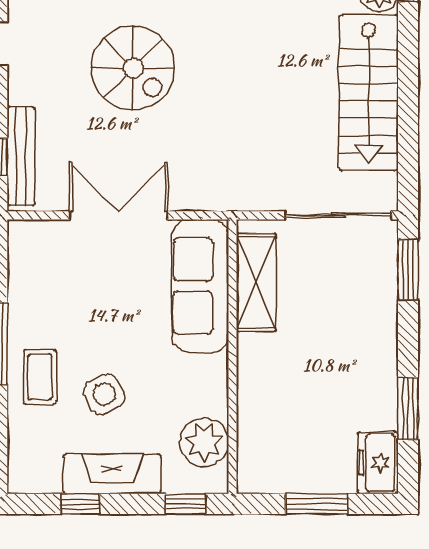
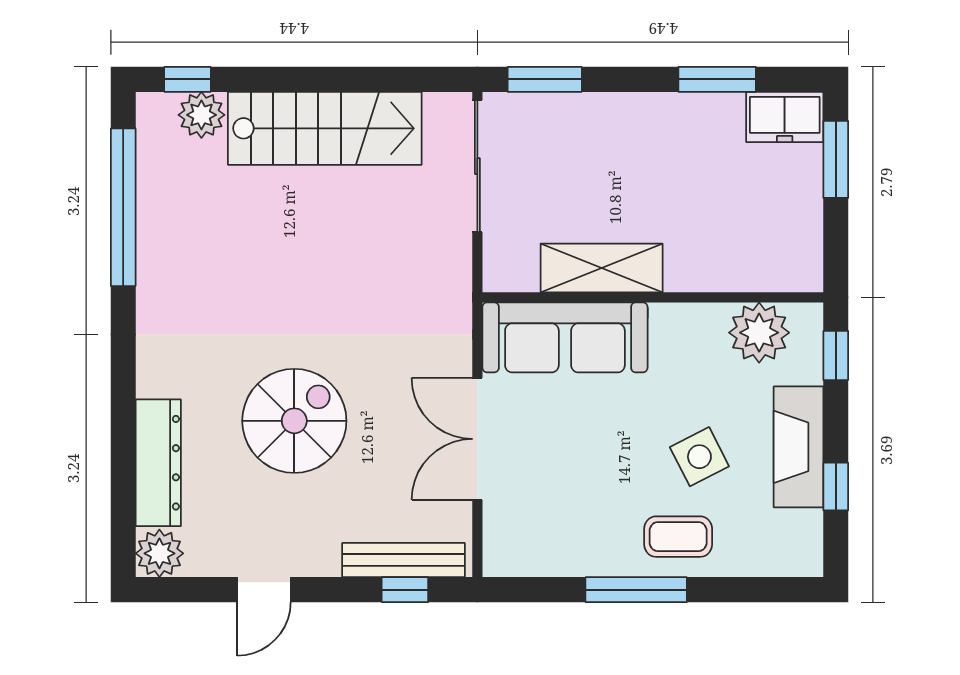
shelving: (256, 282) -> (602, 268), moved
window: (317, 504) -> (836, 159), moved

